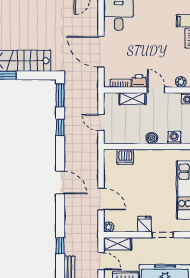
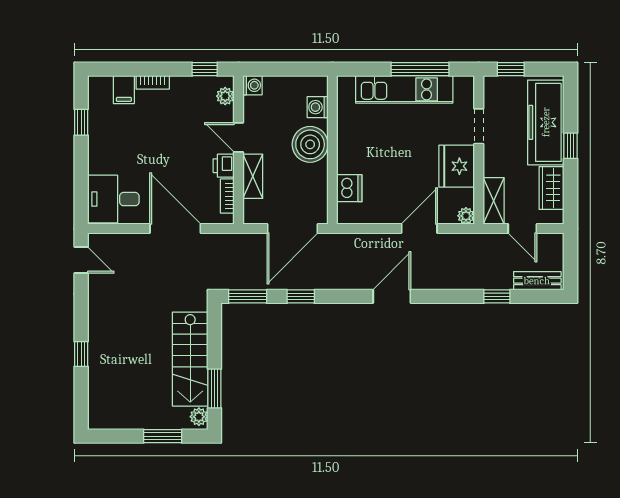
door: (101, 52) -> (175, 229), swing flipped
door: (156, 90) -> (238, 137), hinge flipped
door: (101, 122) -> (292, 229), width x1.87
boiler: (152, 138) -> (310, 144), width x1.86, depth x1.86
fridge: (145, 224) -> (457, 166), width x1.88, depth x1.34
door: (101, 261) -> (522, 229), swing flipped

